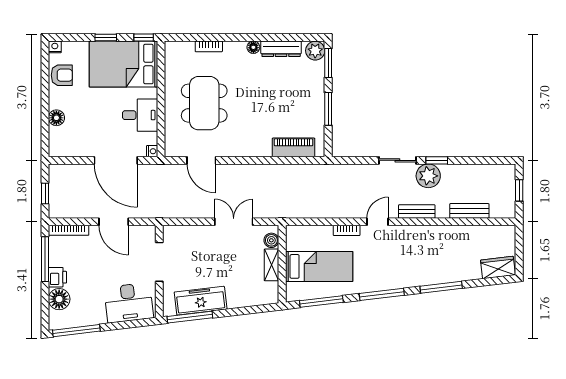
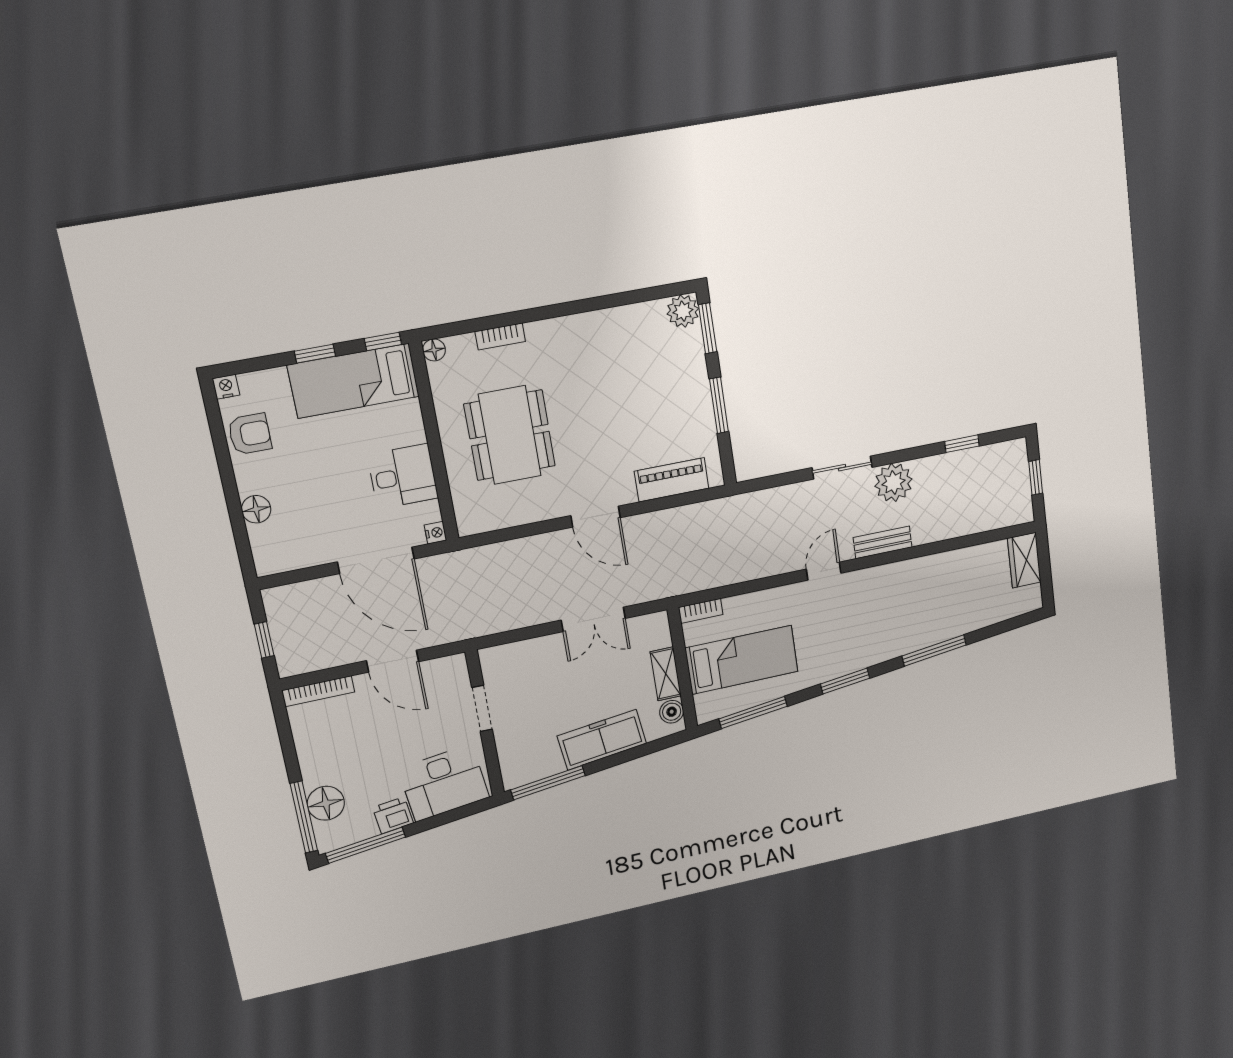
floor lamp: (253, 47) -> (434, 350), moved
dresser: (281, 49) -> (625, 318), removed
bed: (124, 64) -> (354, 381), width x0.67
door: (201, 160) -> (596, 517), moved
window: (437, 160) -> (962, 444), moved
bench: (469, 211) -> (963, 525), removed
double door: (234, 222) -> (593, 619), swing flipped
bookcase: (347, 230) -> (701, 611), moved
boiler: (271, 240) -> (672, 712), moved
window: (45, 259) -> (304, 817), moved
doorway: (159, 262) -> (482, 708), width x0.73
wardrobe: (498, 268) -> (1024, 560), moved, turned -83
printer: (57, 277) -> (393, 815), moved, turned -97
window: (382, 294) -> (845, 681), width x0.69
freezer: (201, 301) -> (602, 740), moved

